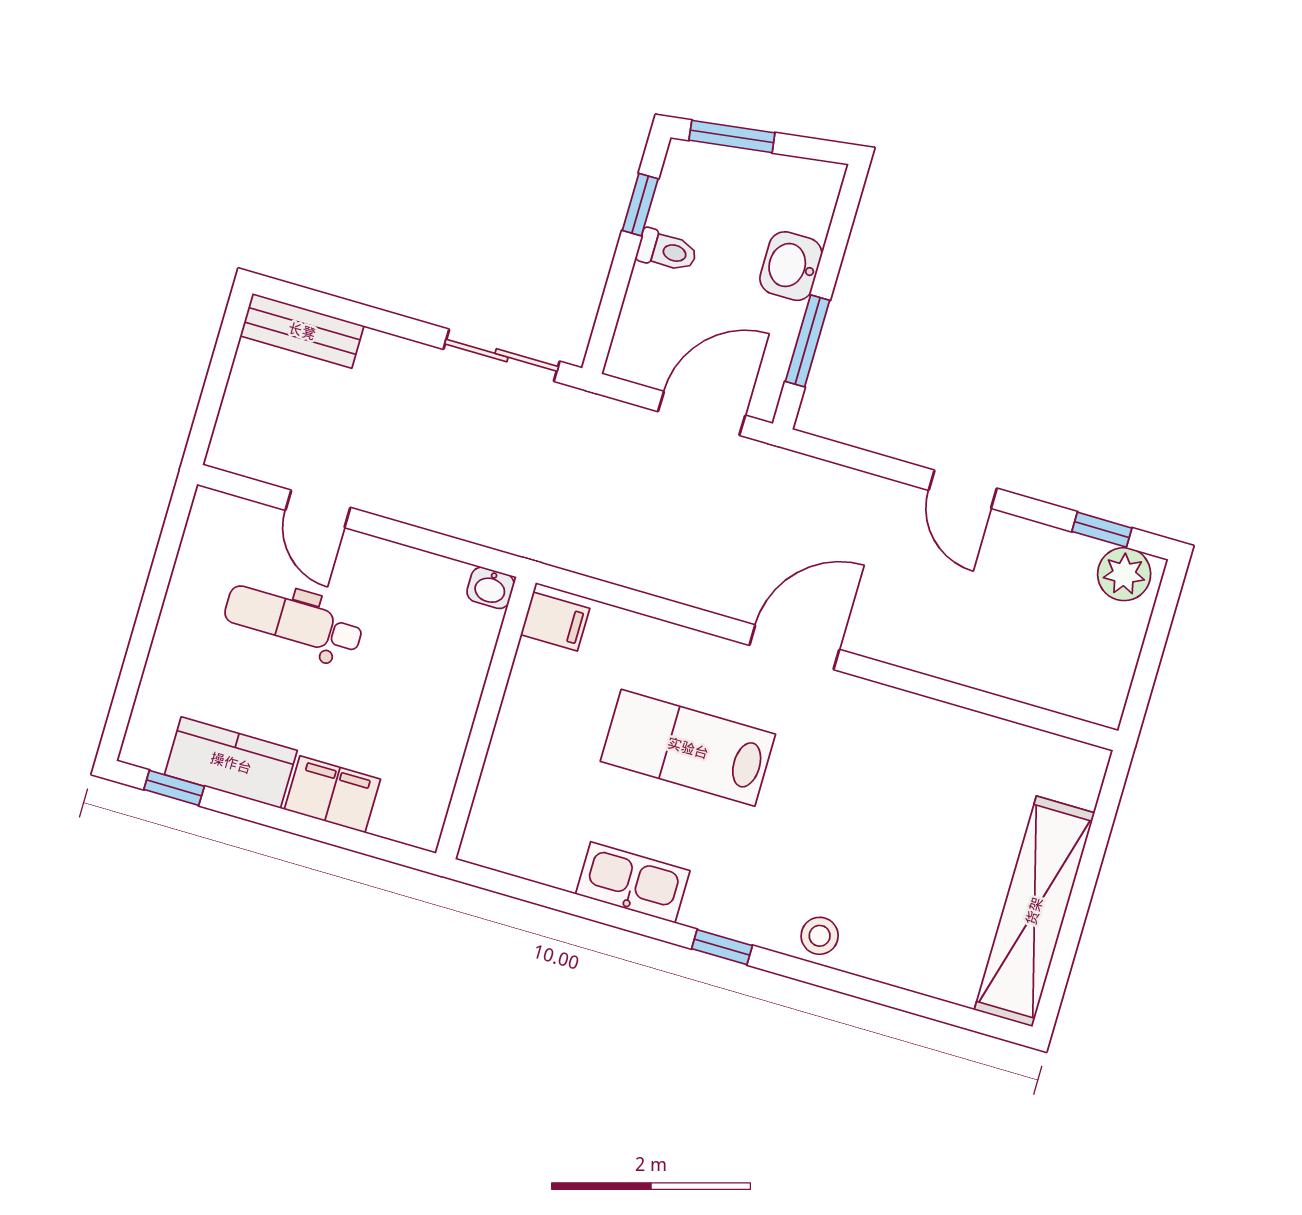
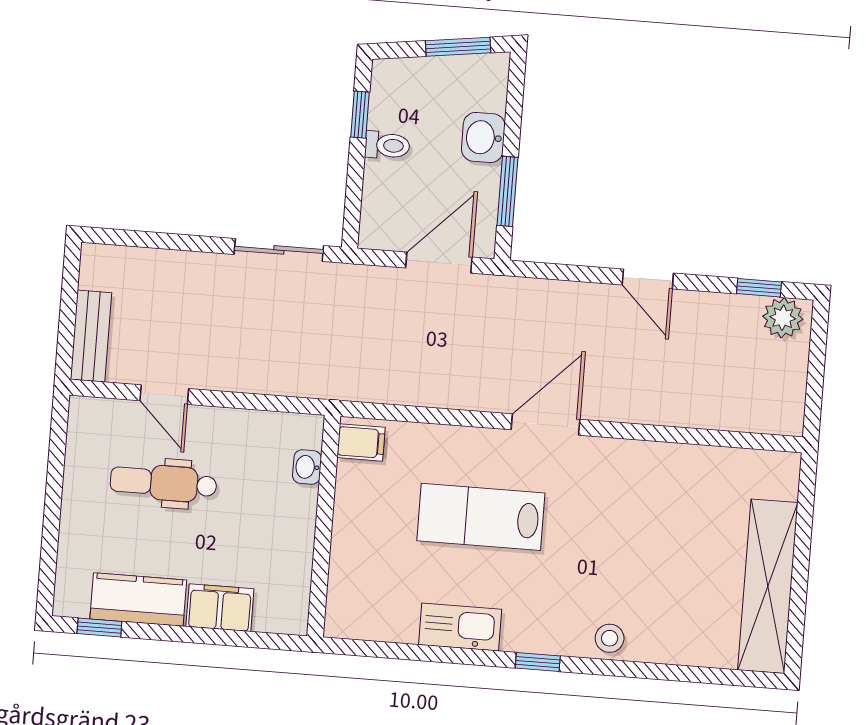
window: (732, 136) -> (458, 47), moved
bench: (302, 331) -> (91, 336), moved, turned 90
washbasin: (490, 588) -> (307, 467), moved, turned 90

